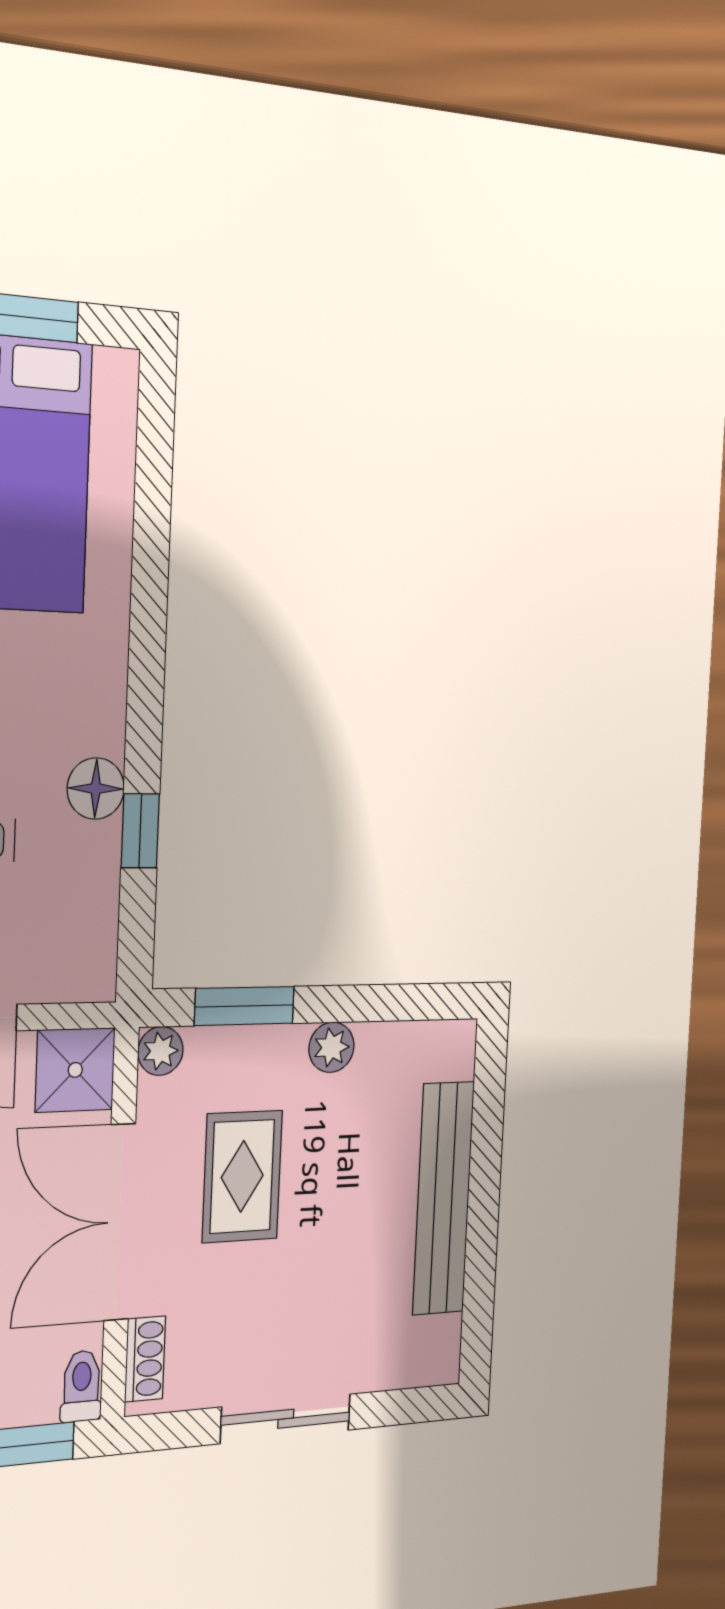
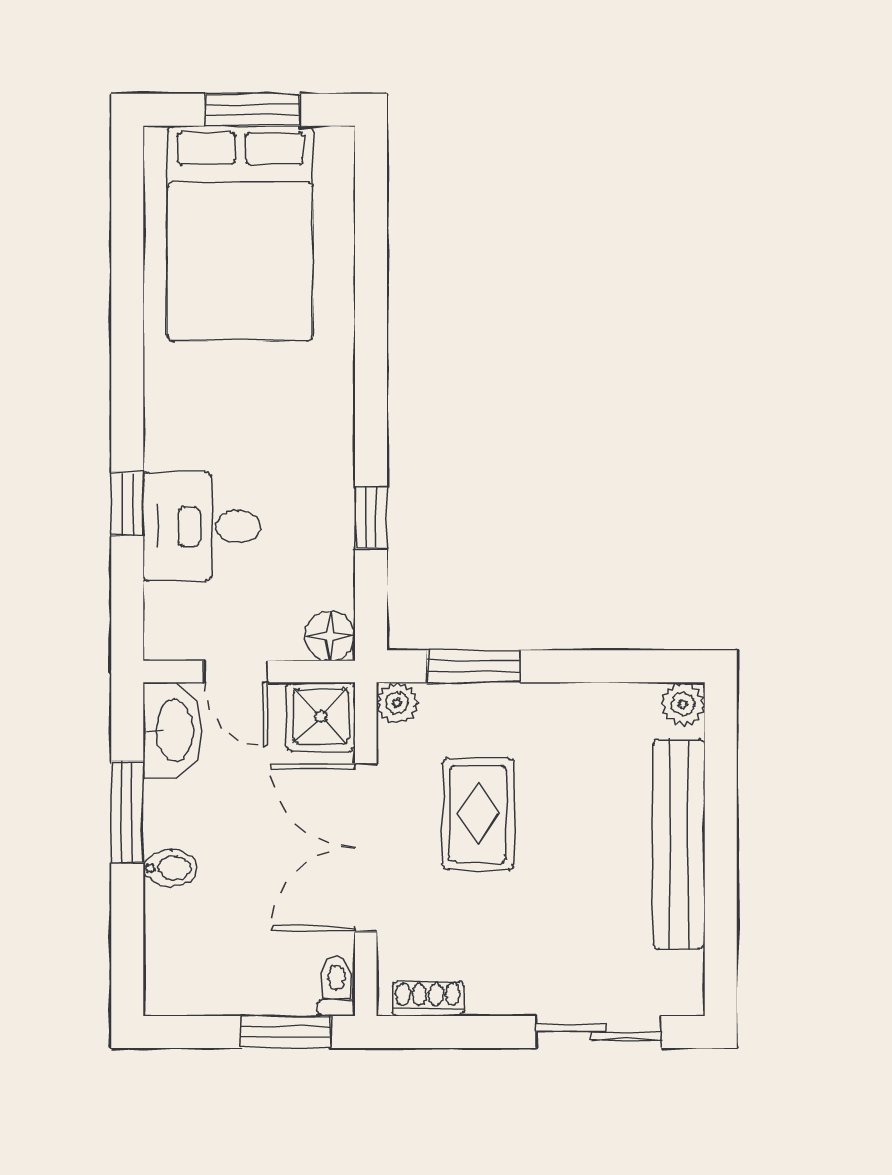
floor lamp: (96, 788) -> (330, 636), moved
plant: (331, 1047) -> (683, 704), moved
shoe rack: (145, 1359) -> (428, 999), moved, turned -90
sliding door: (286, 1419) -> (599, 1032), moved

